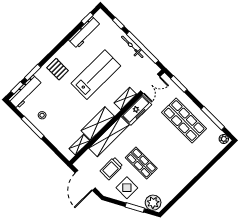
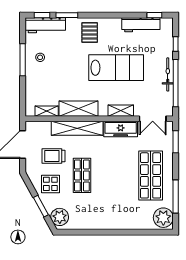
plant: (224, 139) -> (163, 218), width x1.87, depth x1.87

